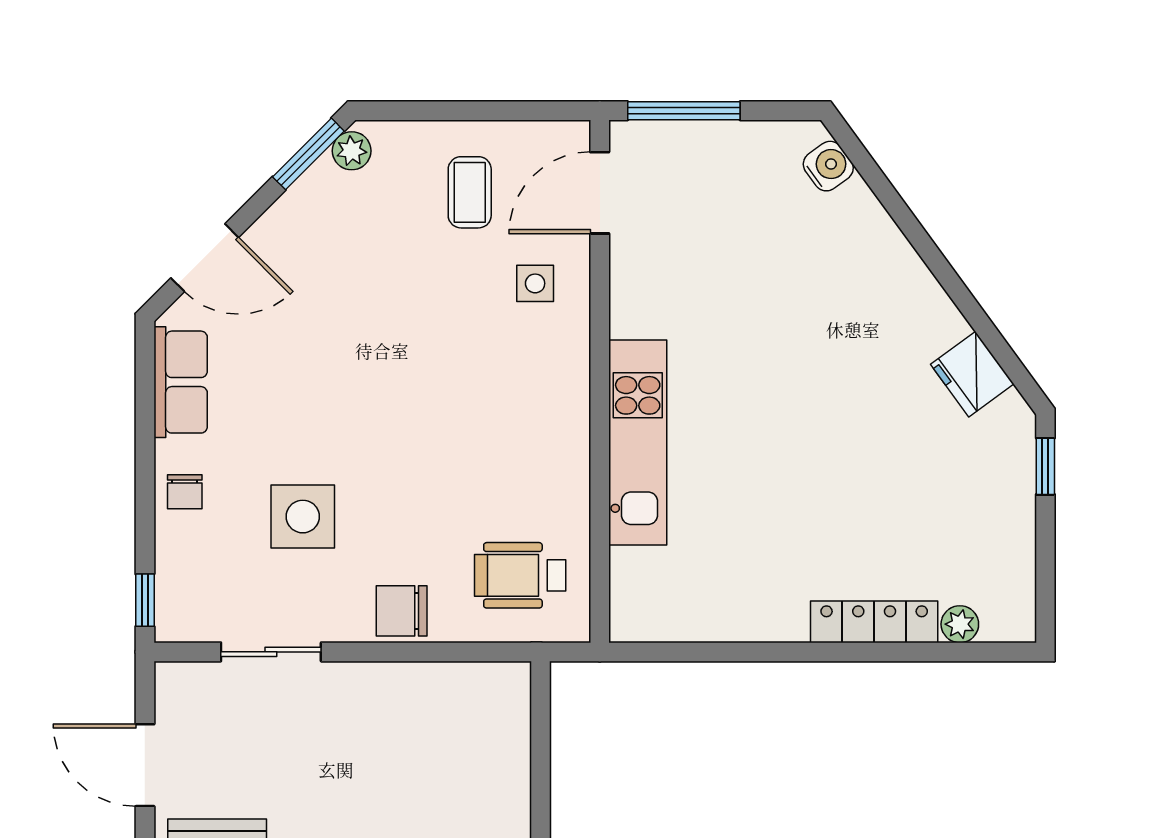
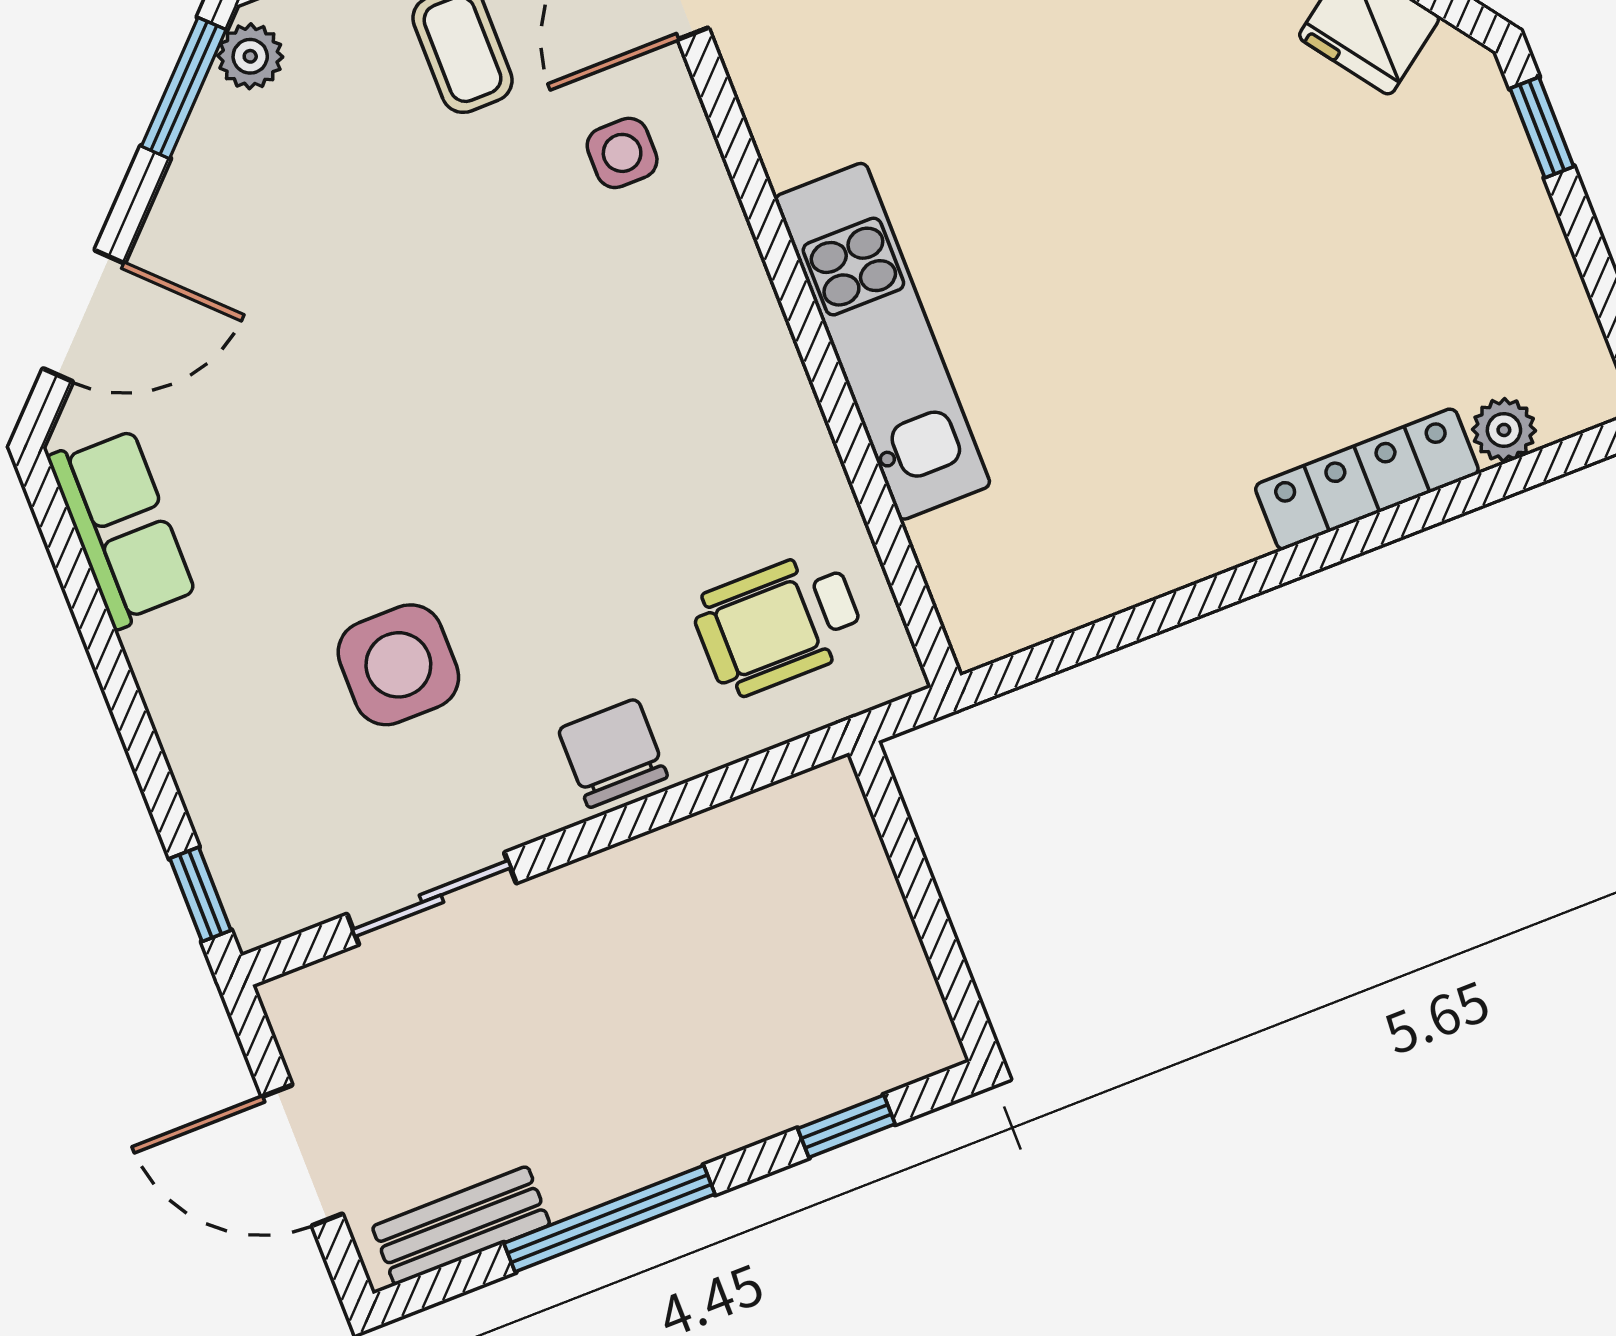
chair: (185, 492) -> (197, 698), removed
chair: (402, 611) -> (613, 753), turned 90

